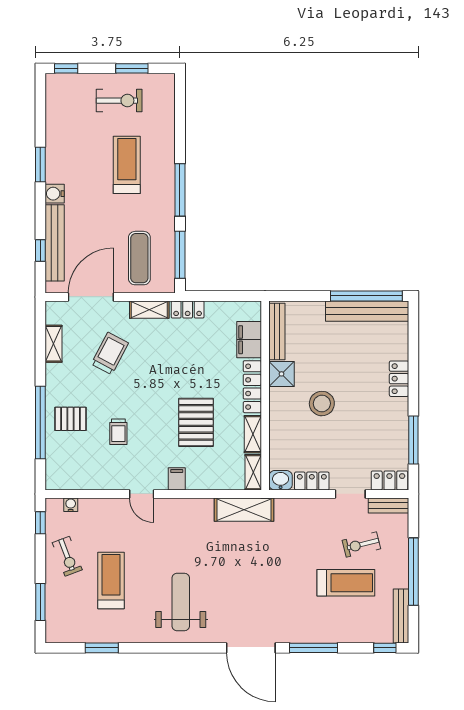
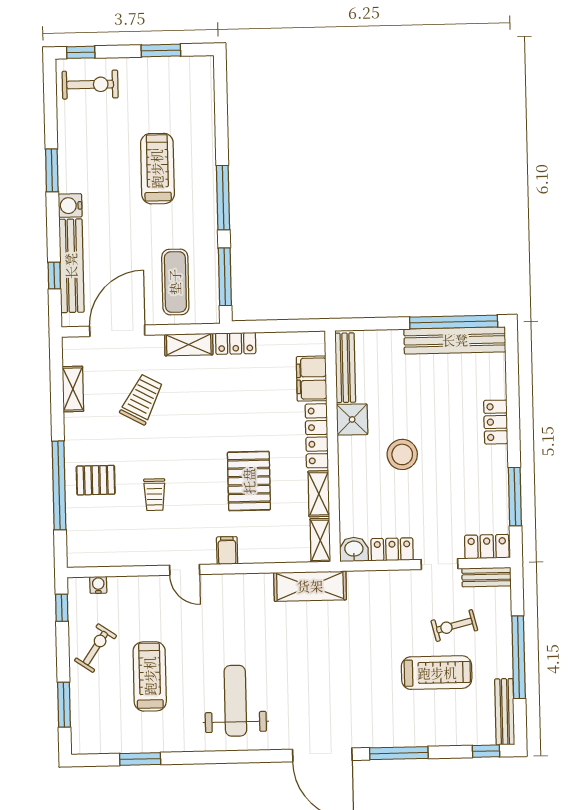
exercise bike: (119, 101) -> (90, 85), moved
exercise bike: (67, 556) -> (96, 648), turned -125

